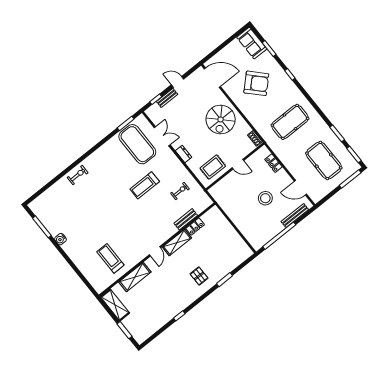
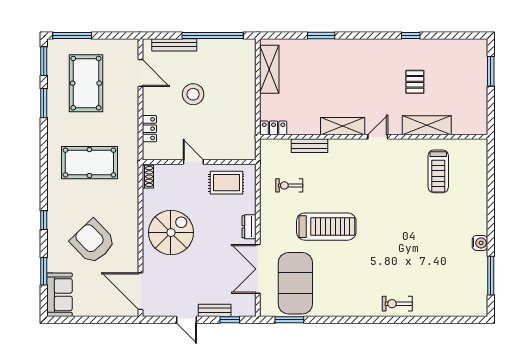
double door: (162, 136) -> (258, 269), width x1.37
treadmill: (145, 185) -> (326, 227), width x1.37, depth x1.38
locker: (195, 227) -> (274, 128), moved
pallet: (199, 276) -> (415, 82), moved
shelving: (115, 305) -> (269, 69), moved

